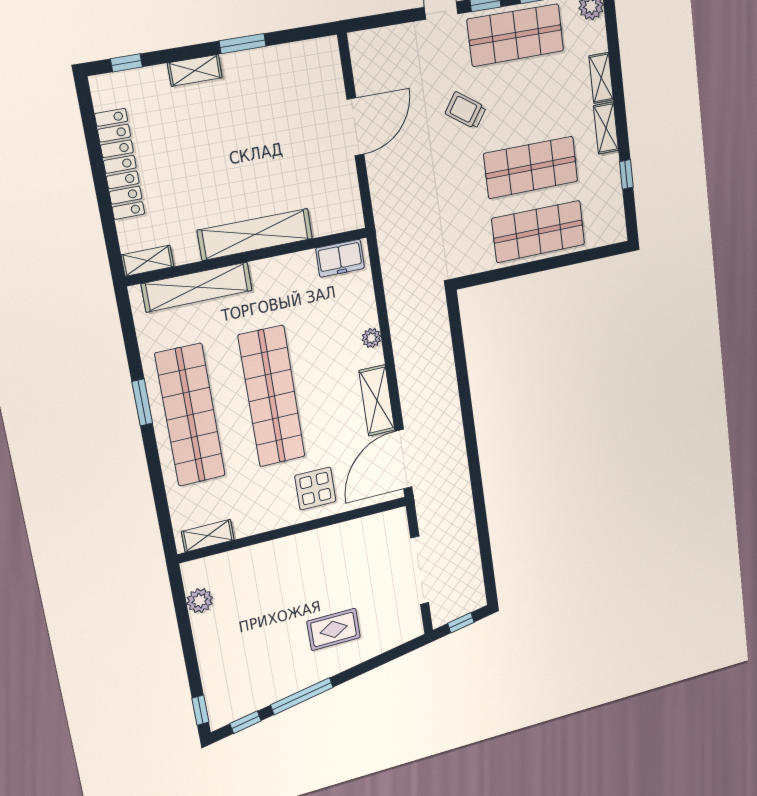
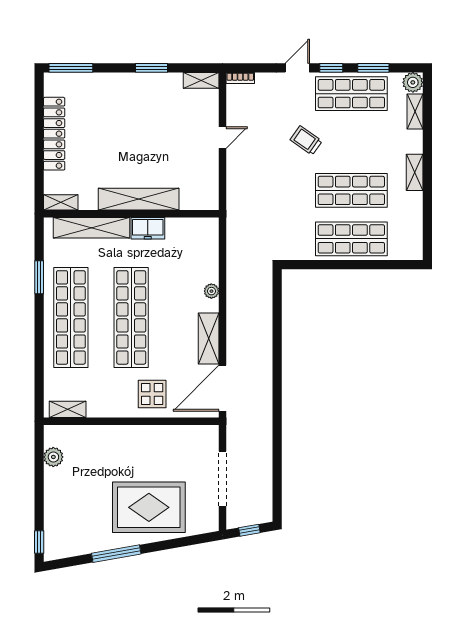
bookcase: (367, 38) -> (240, 78), added
window: (126, 63) -> (71, 68), width x2.17
shelving: (195, 70) -> (201, 80), moved
shelving: (601, 78) -> (415, 112), moved
door: (355, 127) -> (222, 138), width x0.53
window: (626, 174) -> (427, 210), removed
freezer: (340, 258) -> (148, 228), moved
window: (142, 402) -> (39, 277), moved
rug: (334, 629) -> (149, 507), width x1.86, depth x2.06
window: (245, 722) -> (70, 562), removed

